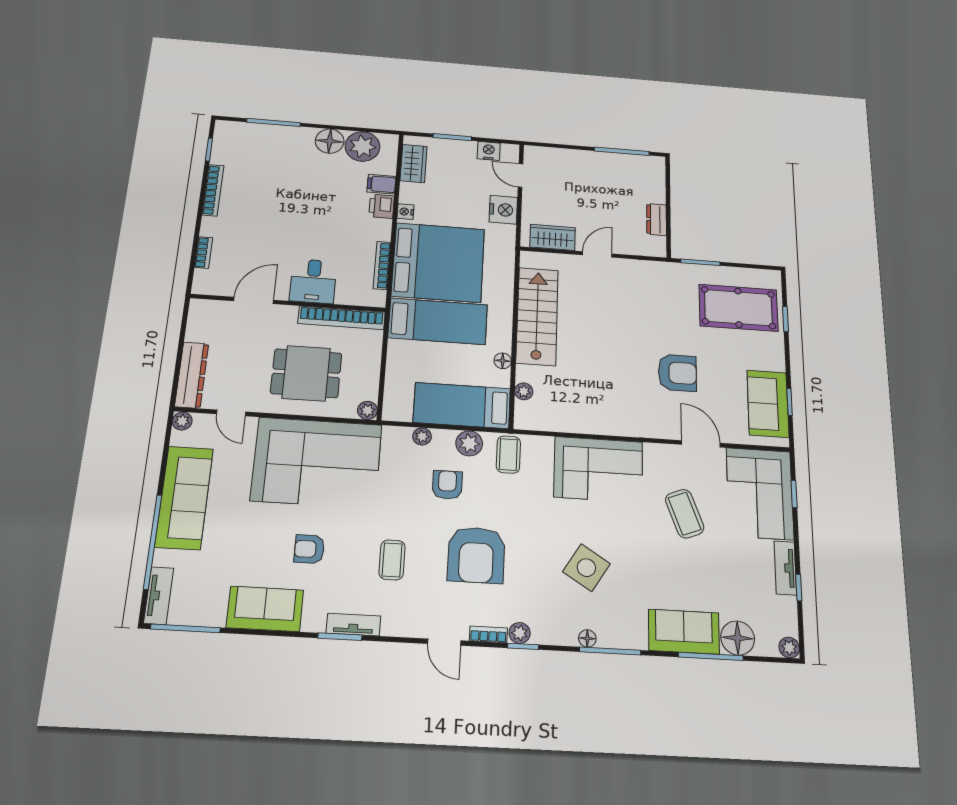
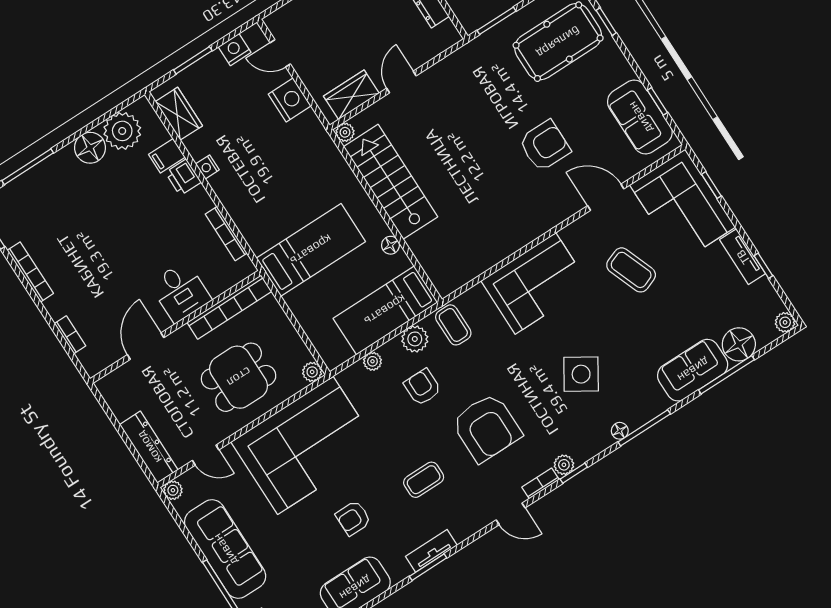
bed: (438, 262) -> (271, 195), removed
plant: (524, 391) -> (345, 132), moved
coffee table: (392, 560) -> (424, 480), turned 90

